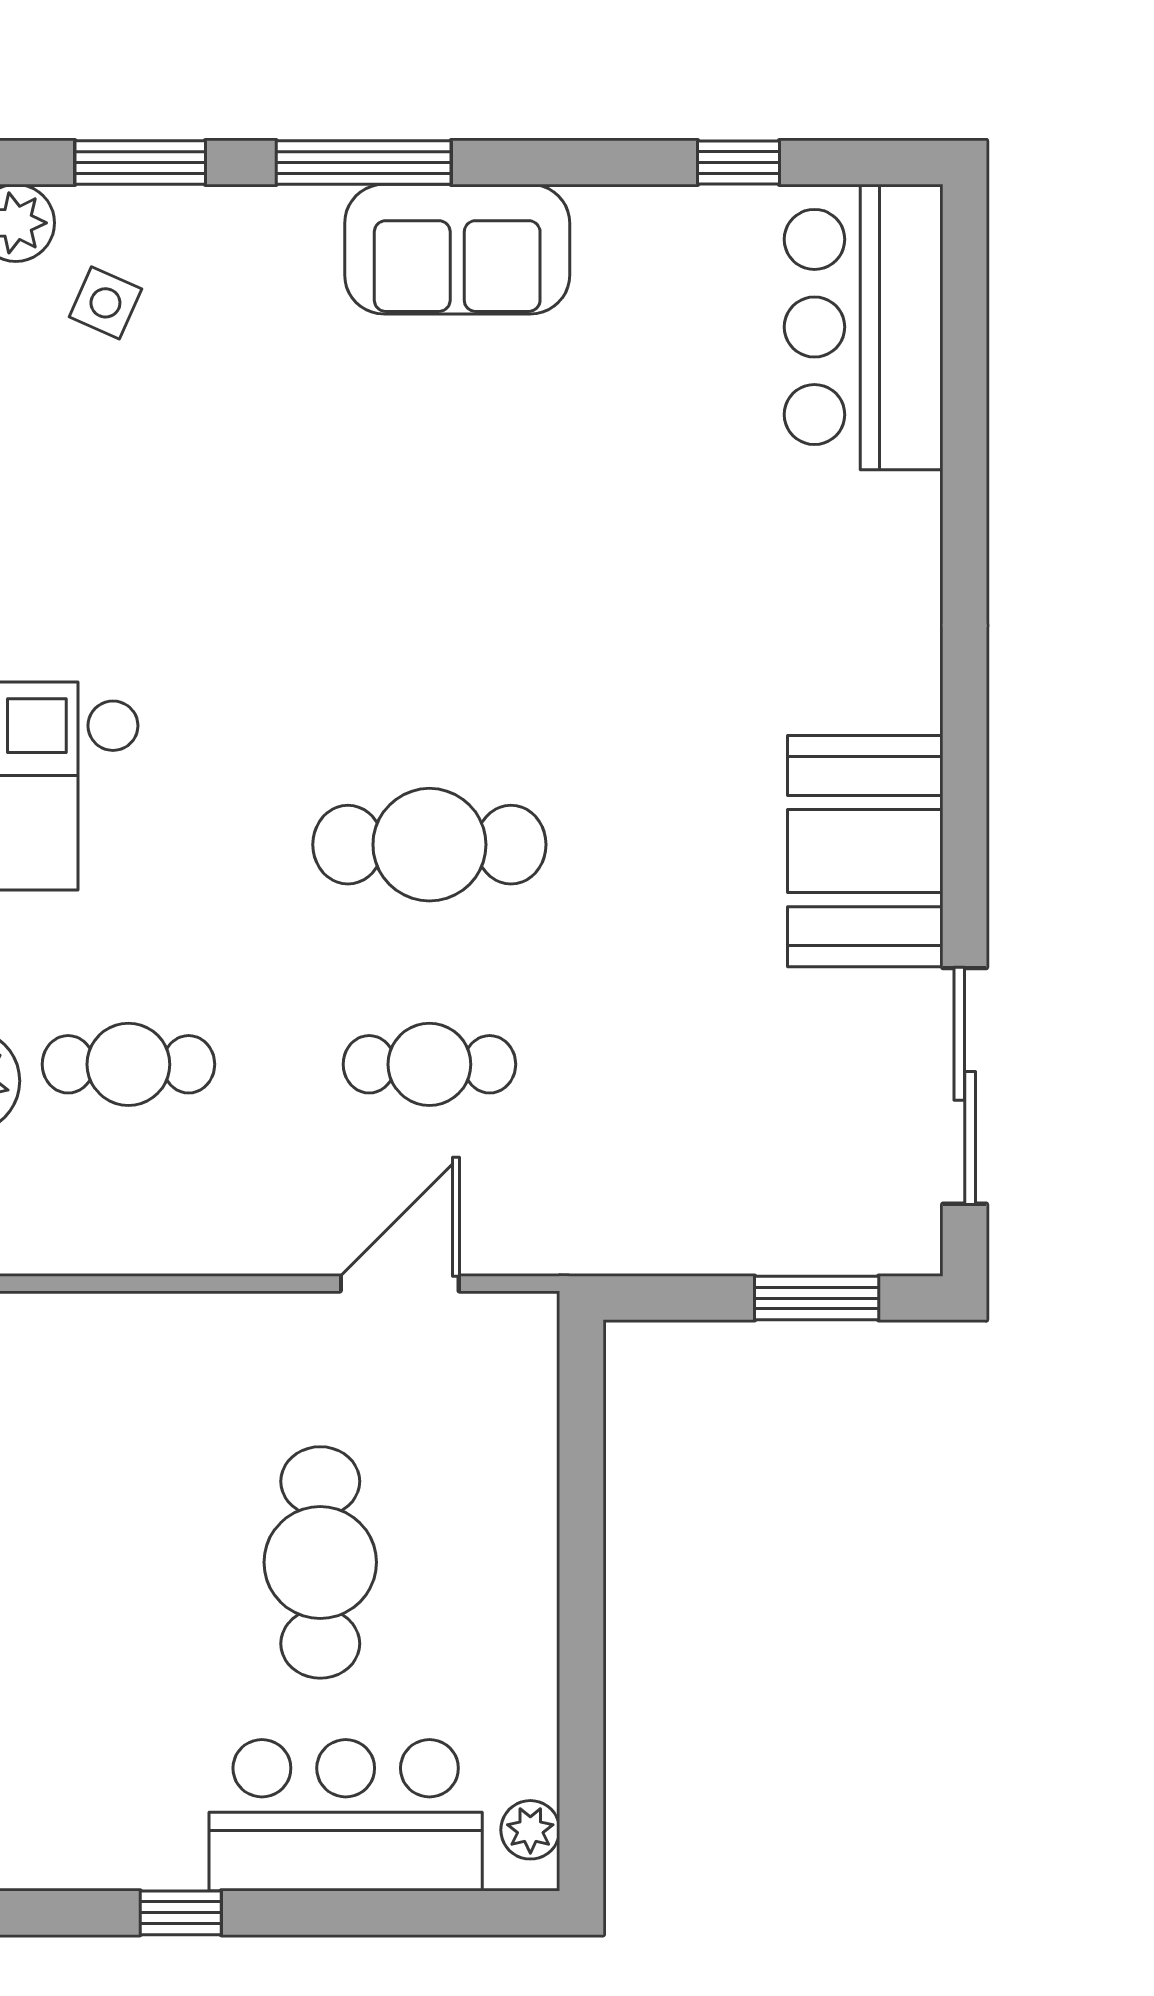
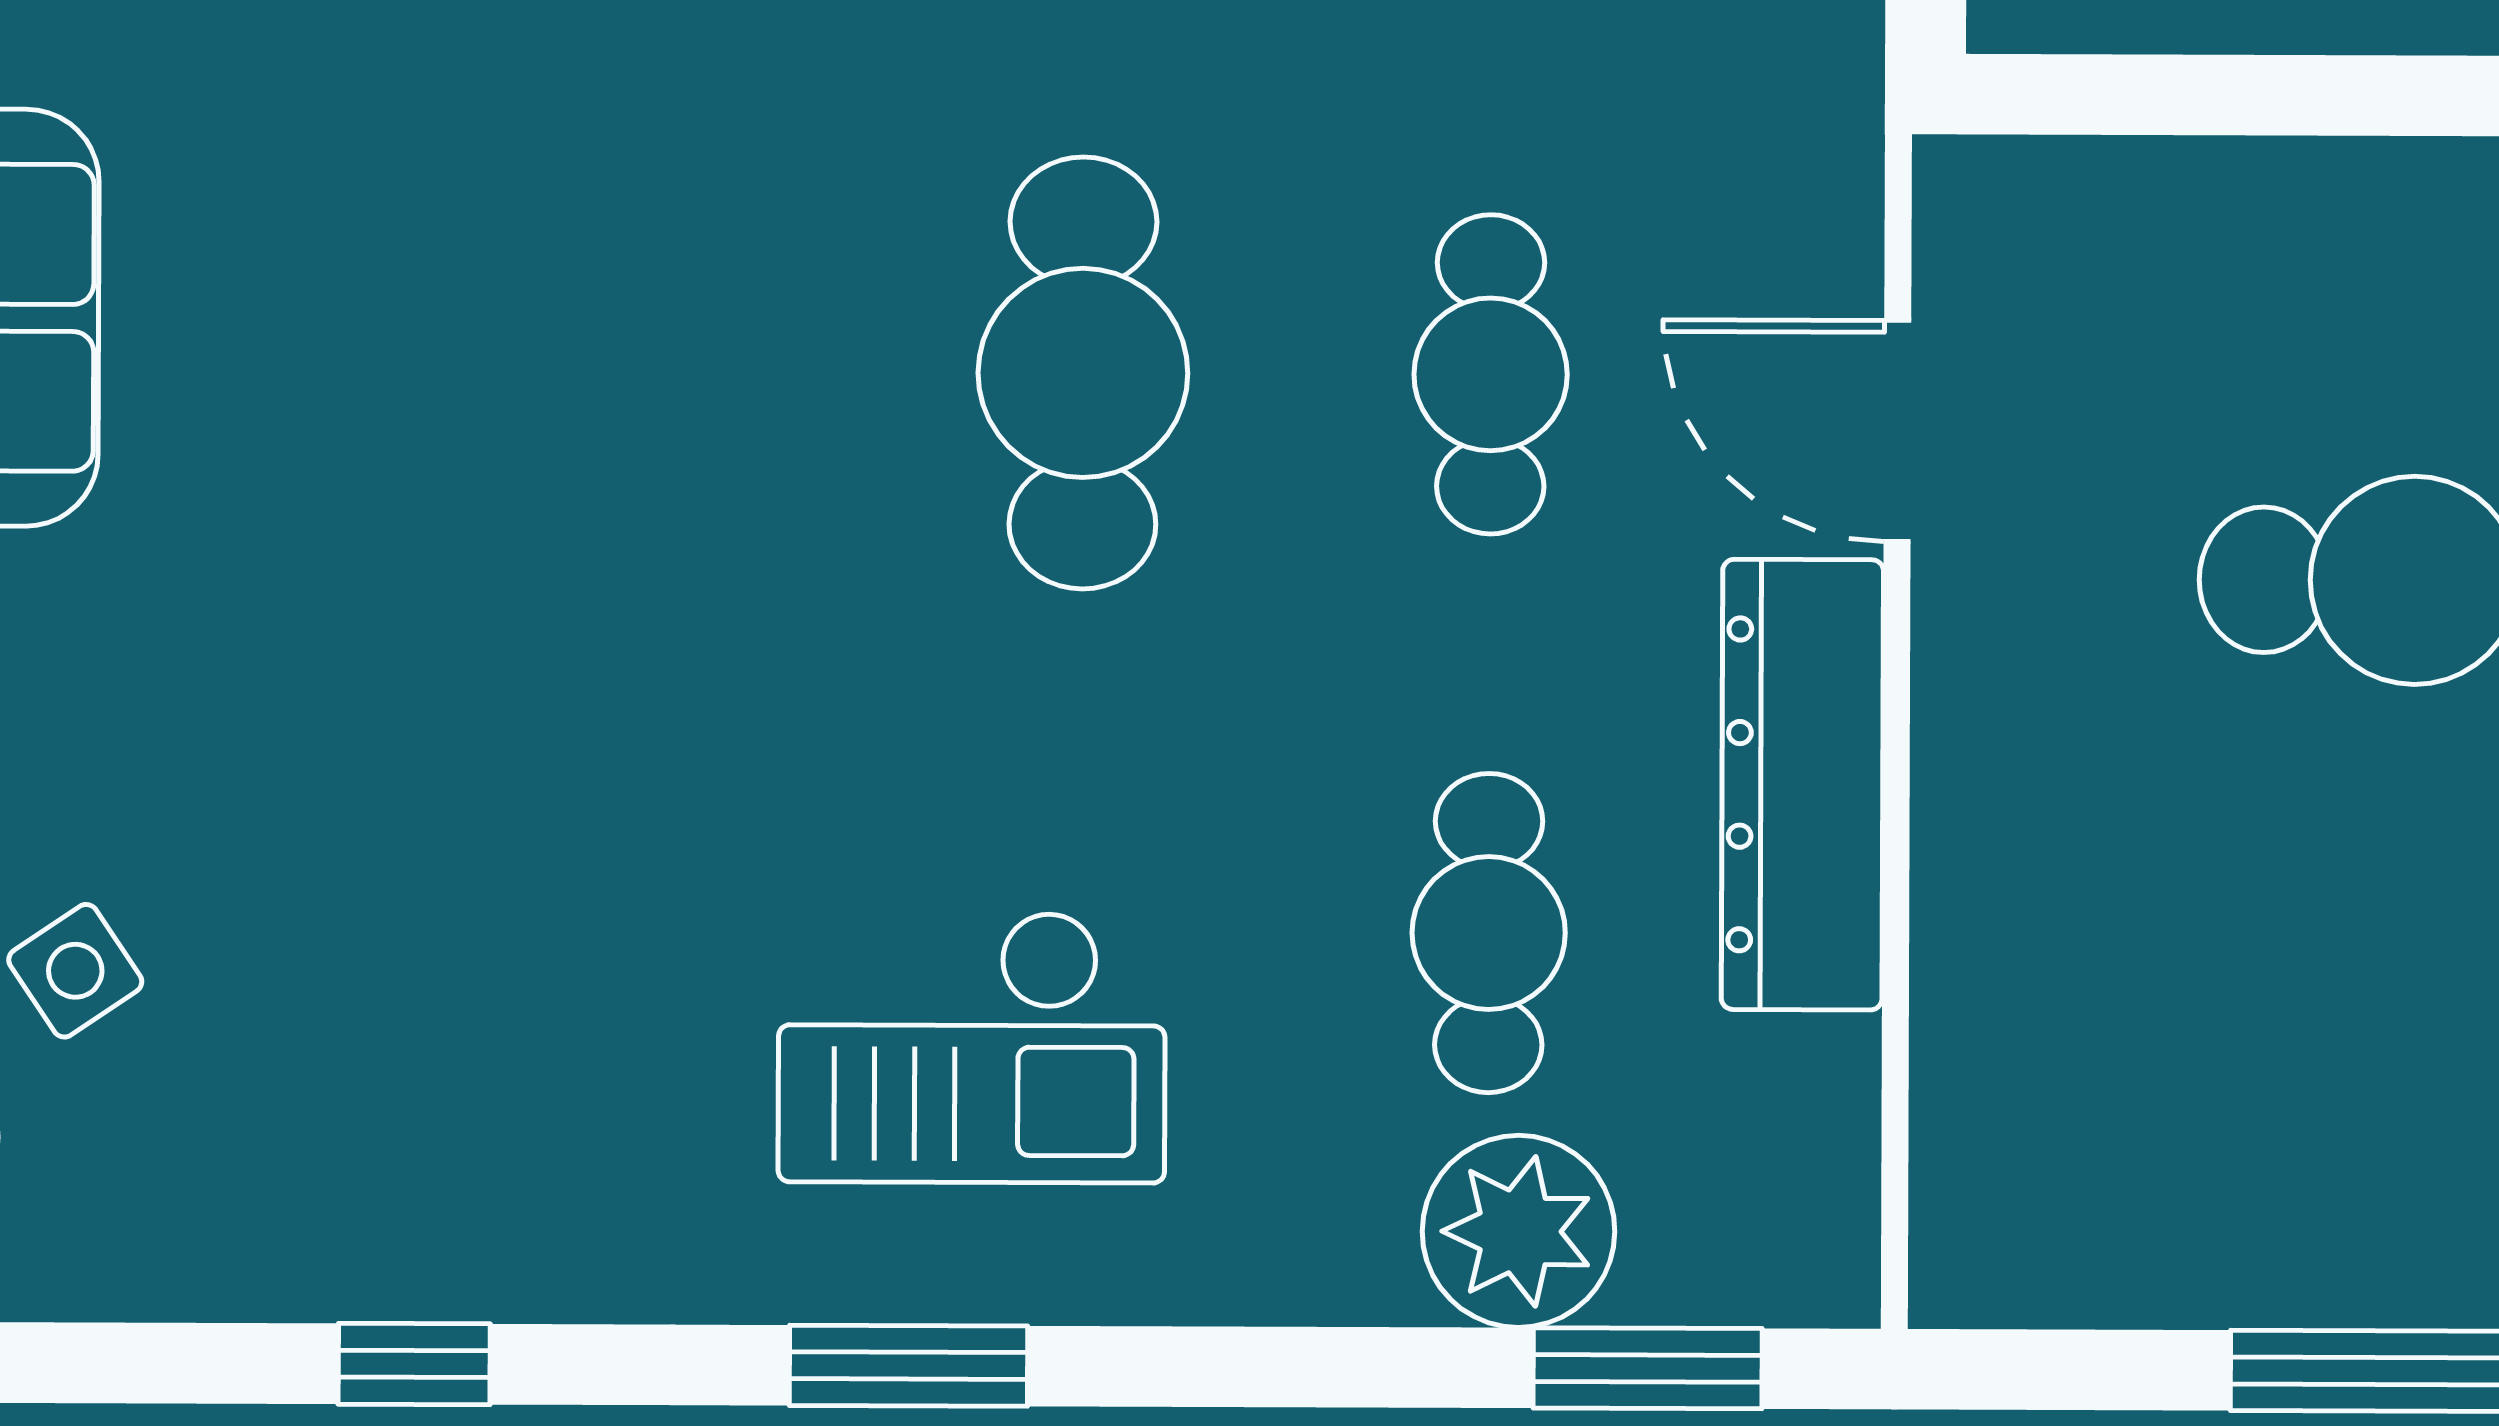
side table: (105, 303) -> (75, 971), turned 32
dresser: (209, 1233) -> (1802, 785), added

